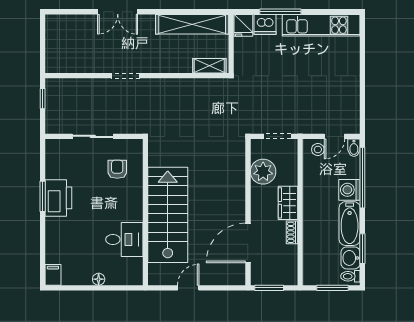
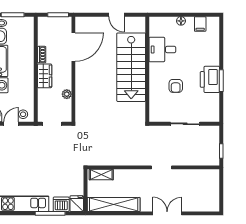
armchair: (117, 169) -> (176, 86), moved
plant: (263, 172) -> (67, 94), width x0.53, depth x0.53
filing cabinet: (53, 275) -> (200, 24), moved
door: (188, 288) -> (116, 15), hinge flipped

